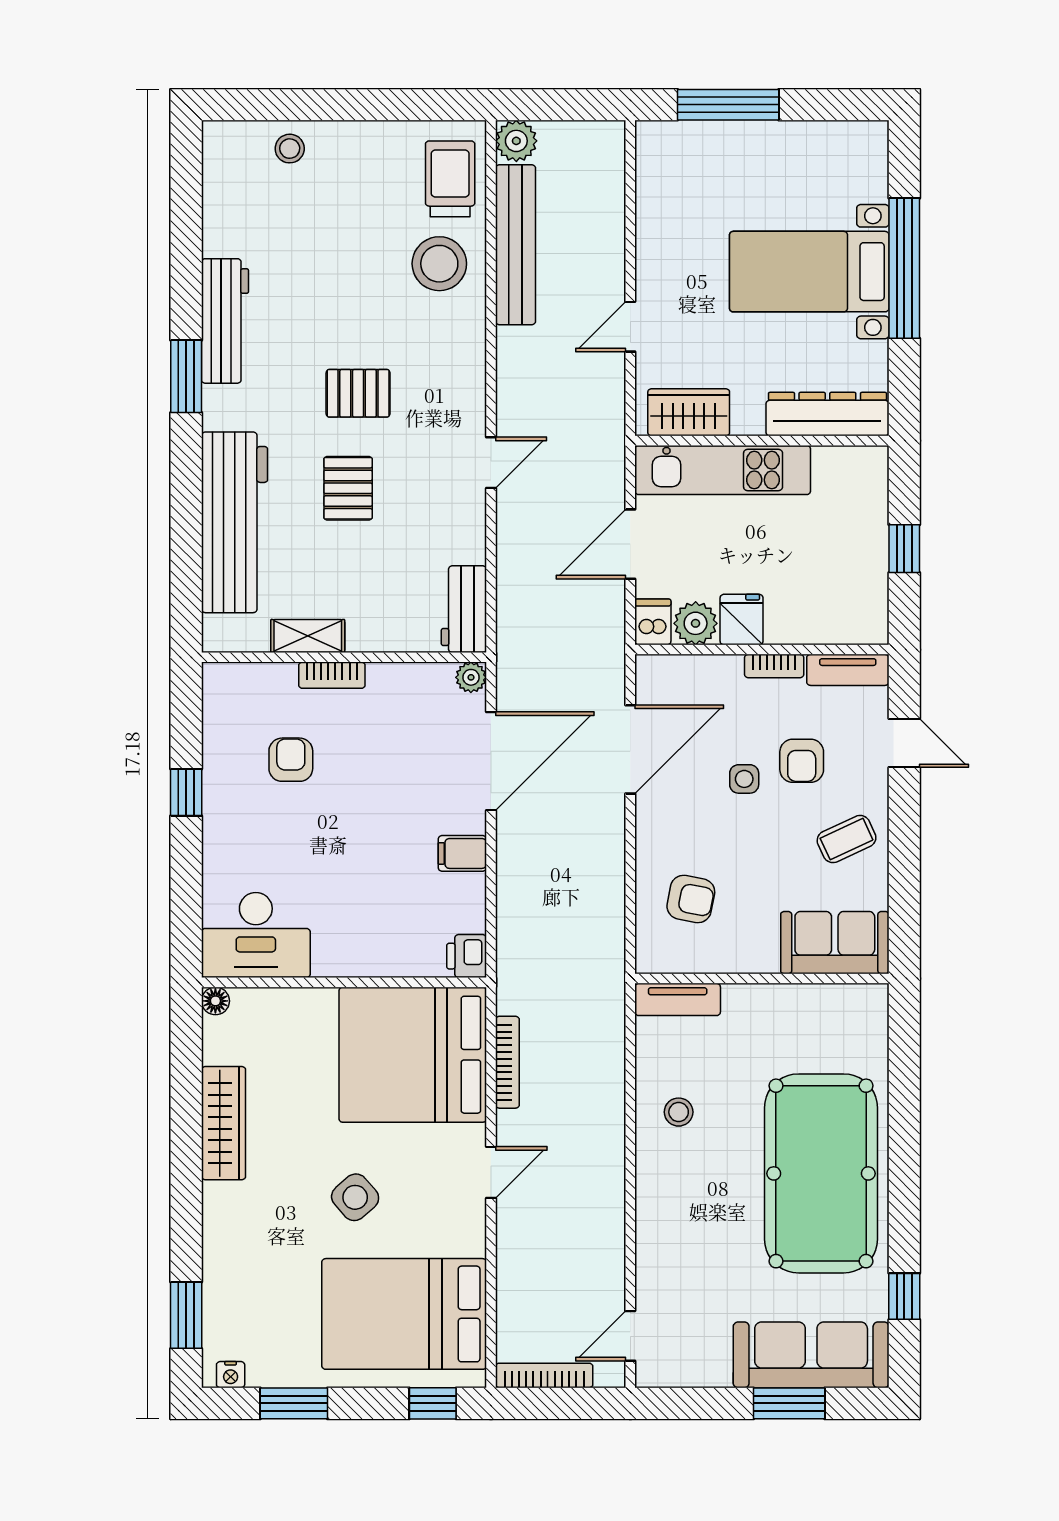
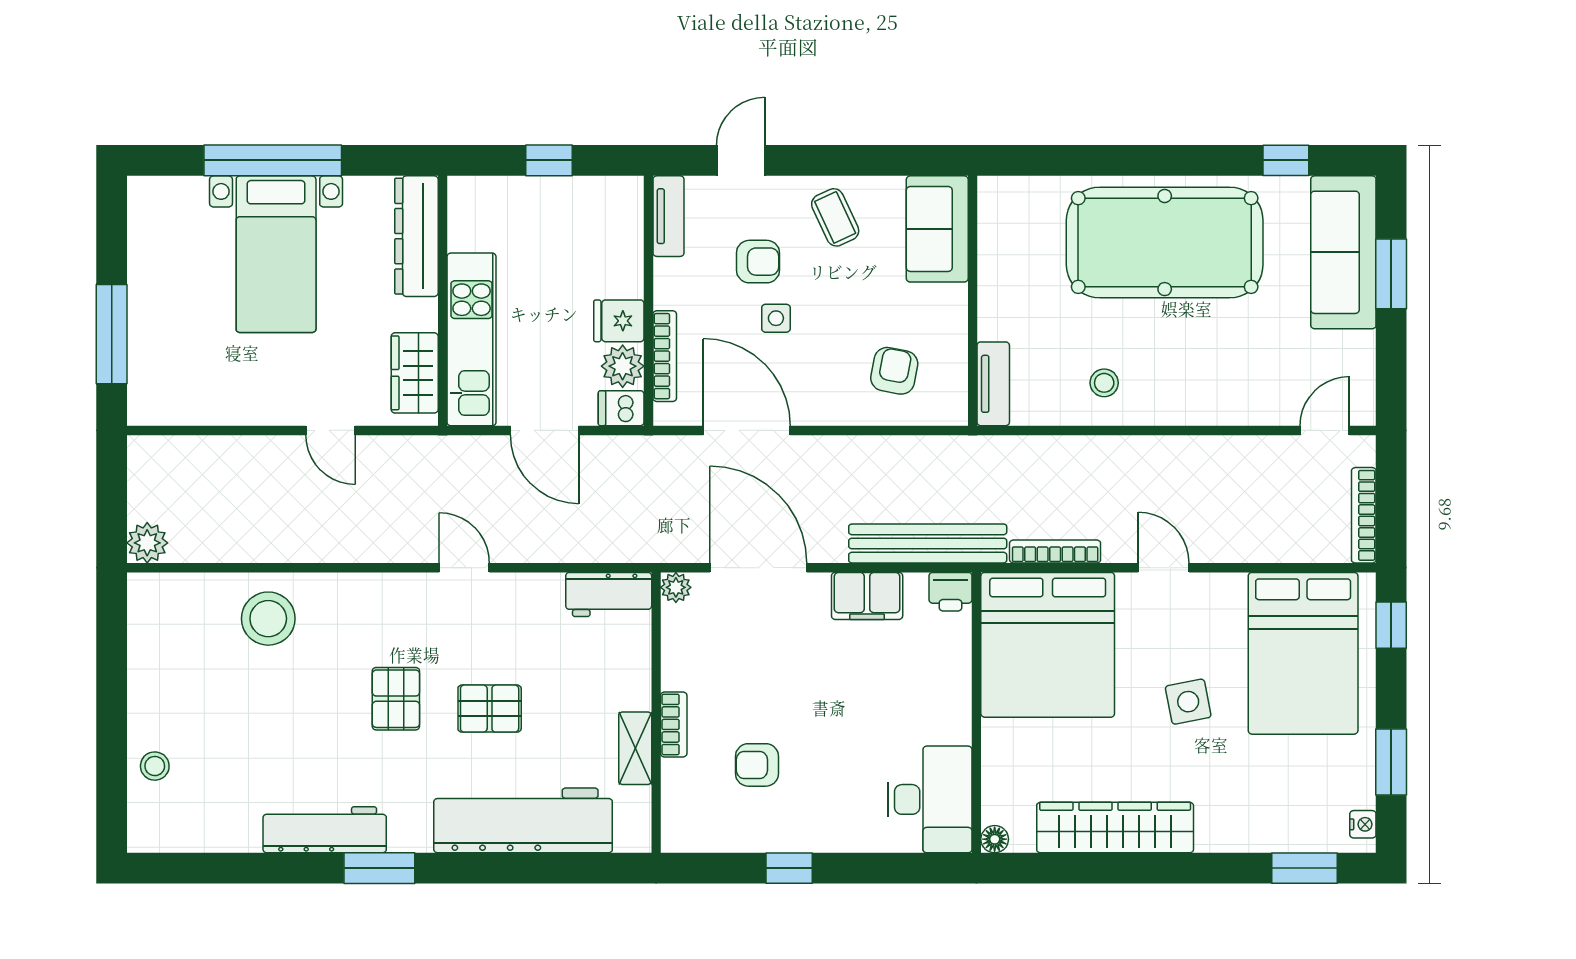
trolley: (450, 179) -> (185, 608), removed
bench: (516, 245) -> (928, 543), moved
bookcase: (774, 666) -> (665, 356), moved, width x1.56
filing cabinet: (462, 853) -> (867, 596), width x2.00
wardrobe: (223, 1123) -> (1115, 828), width x1.40, depth x1.17
side table: (355, 1197) -> (1188, 702), turned 30
door: (630, 1336) -> (1325, 430), swing flipped

